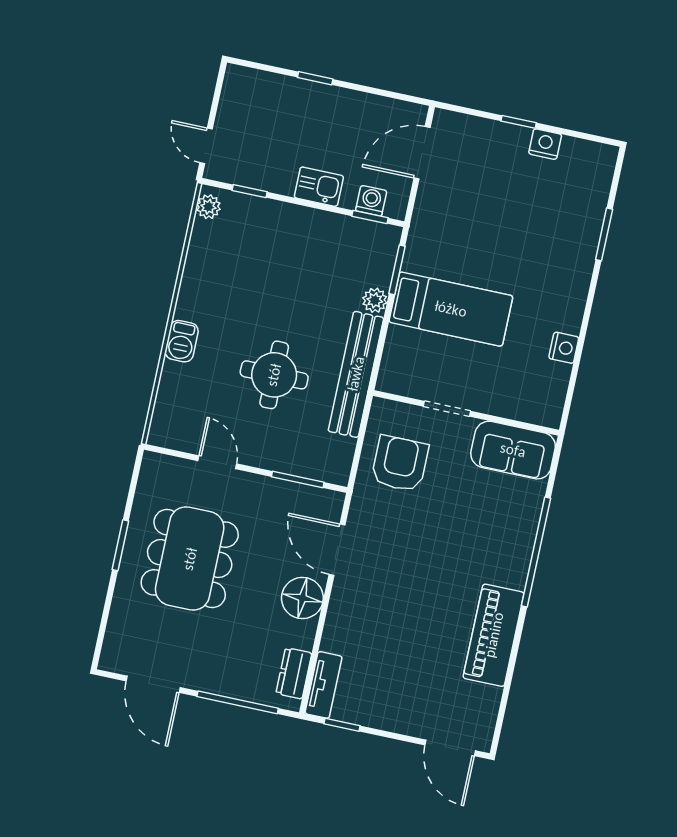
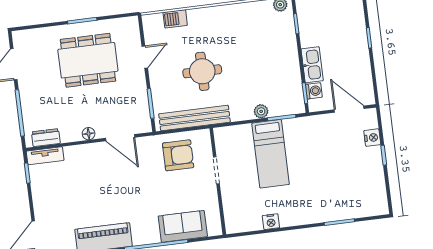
nightstand: (545, 144) -> (372, 138), moved
kitchen sink: (319, 187) -> (312, 65), width x1.38
barbecue: (182, 341) -> (175, 19), moved
bench: (356, 374) -> (194, 118), moved
sofa: (513, 450) -> (183, 226), moved, turned 90
door: (337, 550) -> (120, 138), swing flipped
floor lamp: (302, 598) -> (89, 134), width x0.53, depth x0.53

